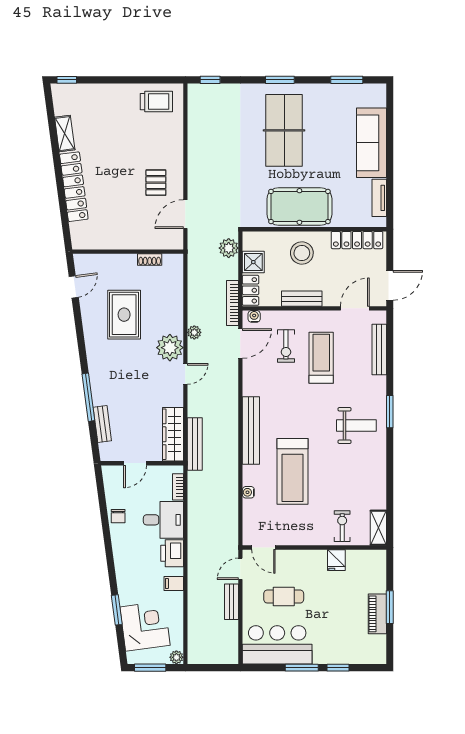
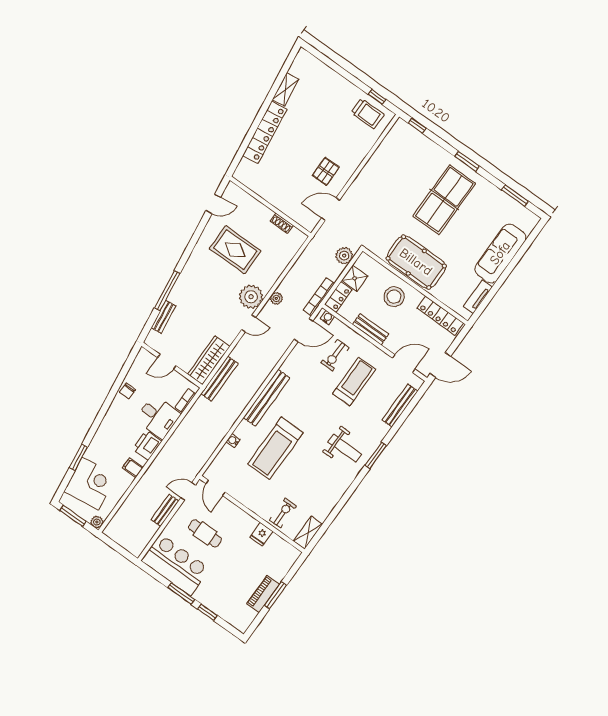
window: (67, 80) -> (377, 97), moved
rug: (124, 315) -> (235, 250), turned 90

